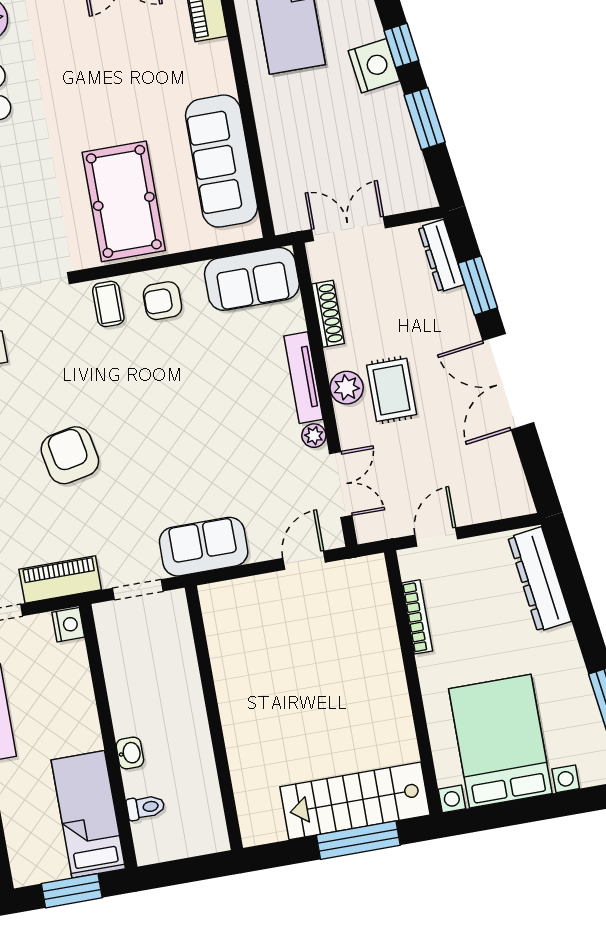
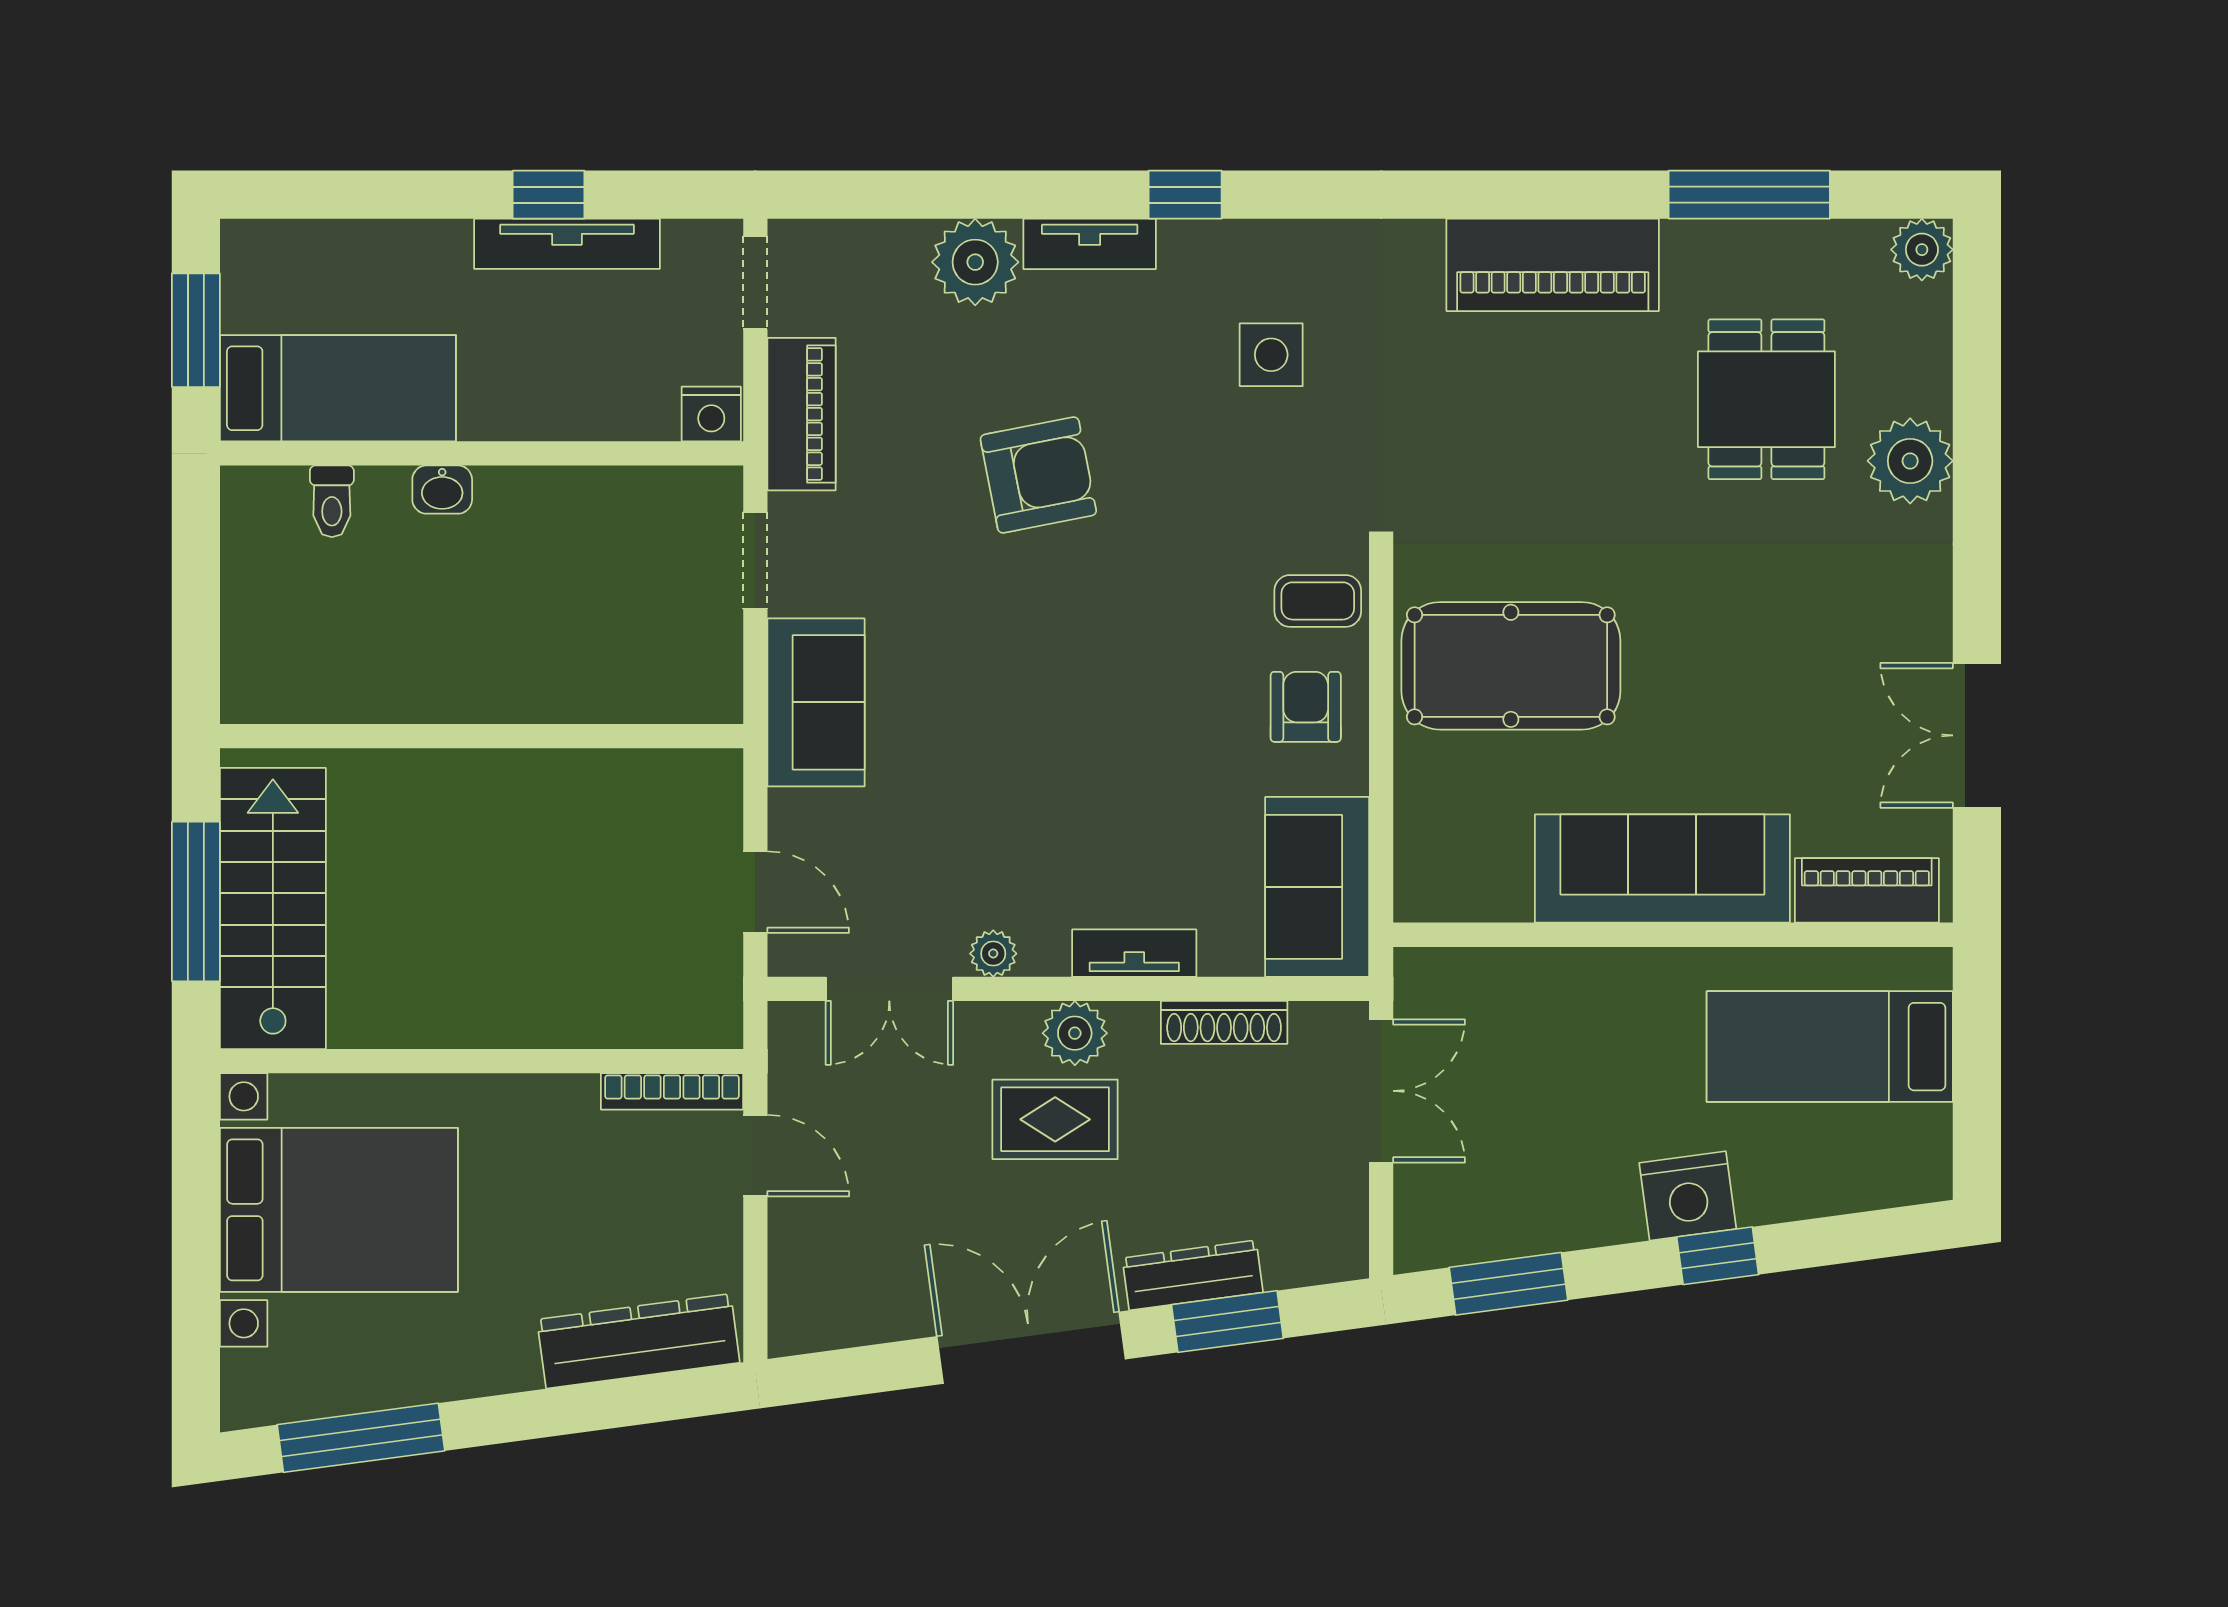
window: (425, 119) -> (1508, 1284), moved
sofa: (222, 161) -> (1662, 868), moved
dresser: (441, 256) -> (1193, 1275), moved
tv unit: (303, 378) -> (1134, 953), width x0.71
bookcase: (417, 617) -> (672, 1091), moved
wall: (214, 718) -> (482, 736), moved

